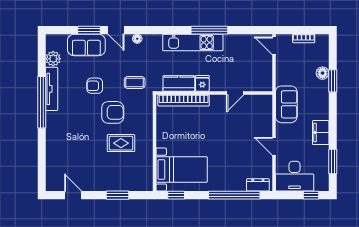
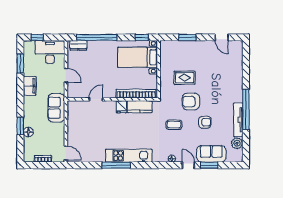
kitchen counter: (179, 83) -> (140, 107), moved
fridge: (202, 83) -> (121, 107), moved
wall: (214, 93) -> (112, 99), moved
door: (235, 93) -> (96, 99), moved
bookcase: (184, 100) -> (136, 94), moved

